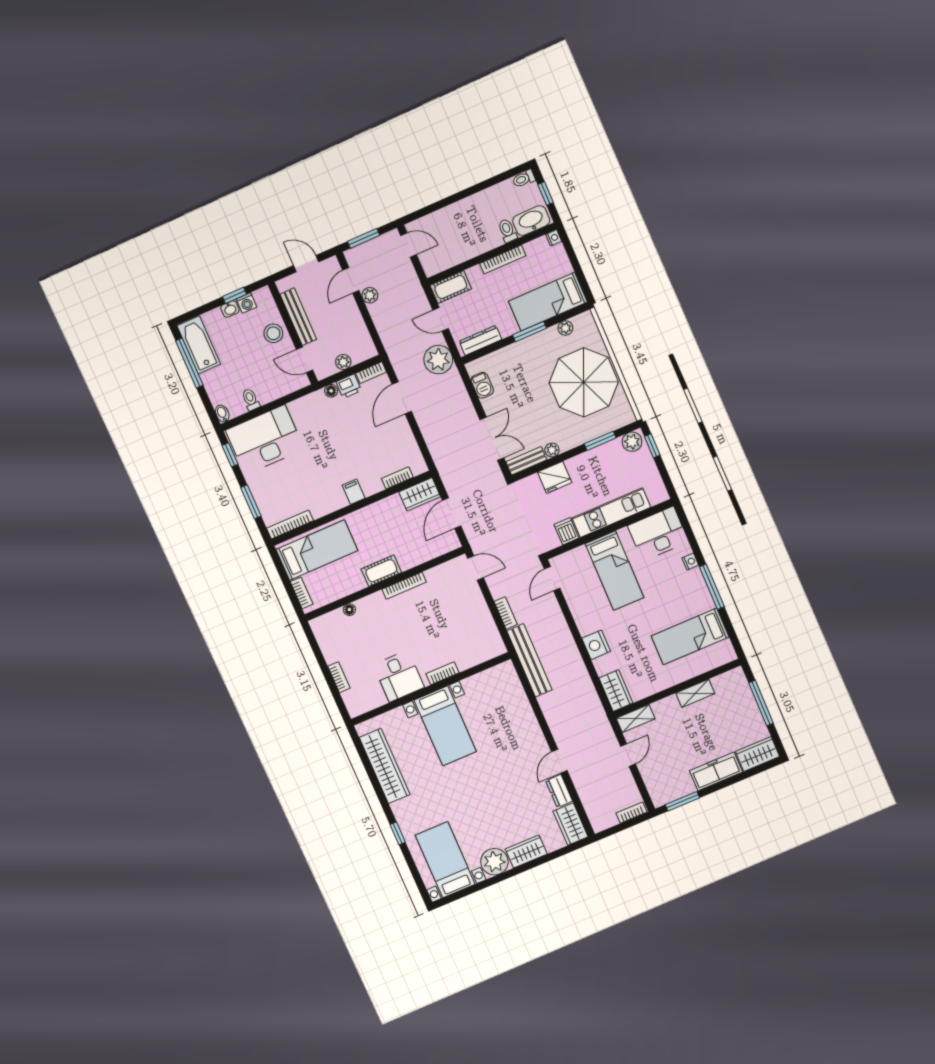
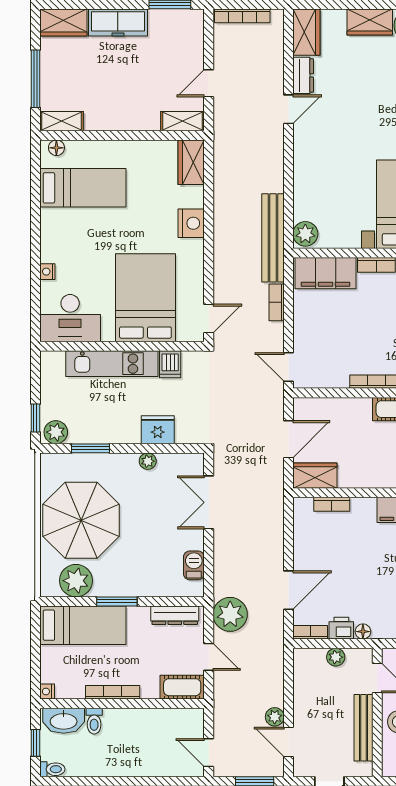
door: (351, 280) -> (288, 742), swing flipped
plant: (565, 328) -> (76, 581), width x1.88, depth x1.88
bench: (526, 461) -> (181, 462), removed
bed: (615, 571) -> (145, 298), width x1.50
window: (712, 587) -> (35, 233), removed
filing cabinet: (478, 651) -> (325, 273), added
floor lamp: (723, 658) -> (56, 148), added
plant: (506, 674) -> (305, 234), added
shelving: (695, 693) -> (62, 121), moved
bookcase: (632, 813) -> (242, 16), width x1.56

